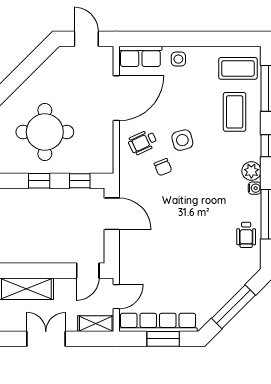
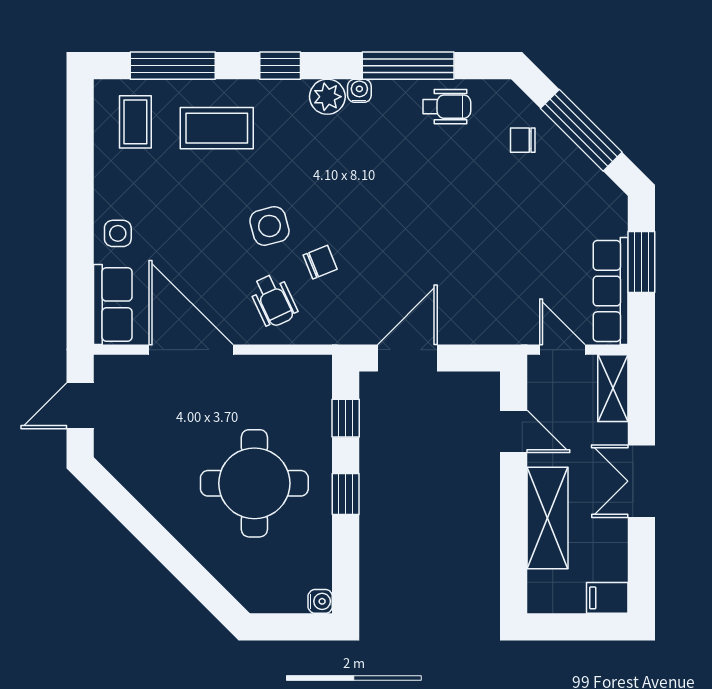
coffee table: (238, 68) -> (135, 122), width x0.73, depth x0.77
door: (88, 271) -> (514, 431), moved
chair: (228, 275) -> (523, 140), added
row of seats: (158, 322) -> (611, 291), width x0.73

